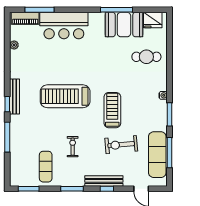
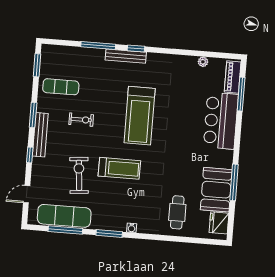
treadmill: (65, 96) -> (140, 116), turned 180
bench: (15, 97) -> (126, 56), moved
bench: (104, 181) -> (40, 135), moved

